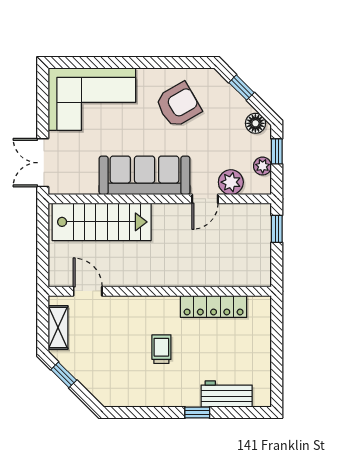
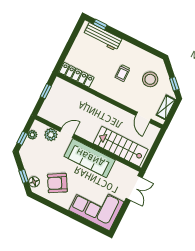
floor lamp: (255, 123) -> (34, 182), moved
window: (277, 229) -> (46, 91), moved
locker: (214, 306) -> (77, 75), moved
stool: (109, 362) -> (150, 79), added
workbench: (227, 394) -> (103, 37), width x1.38
window: (197, 413) -> (100, 25), moved

